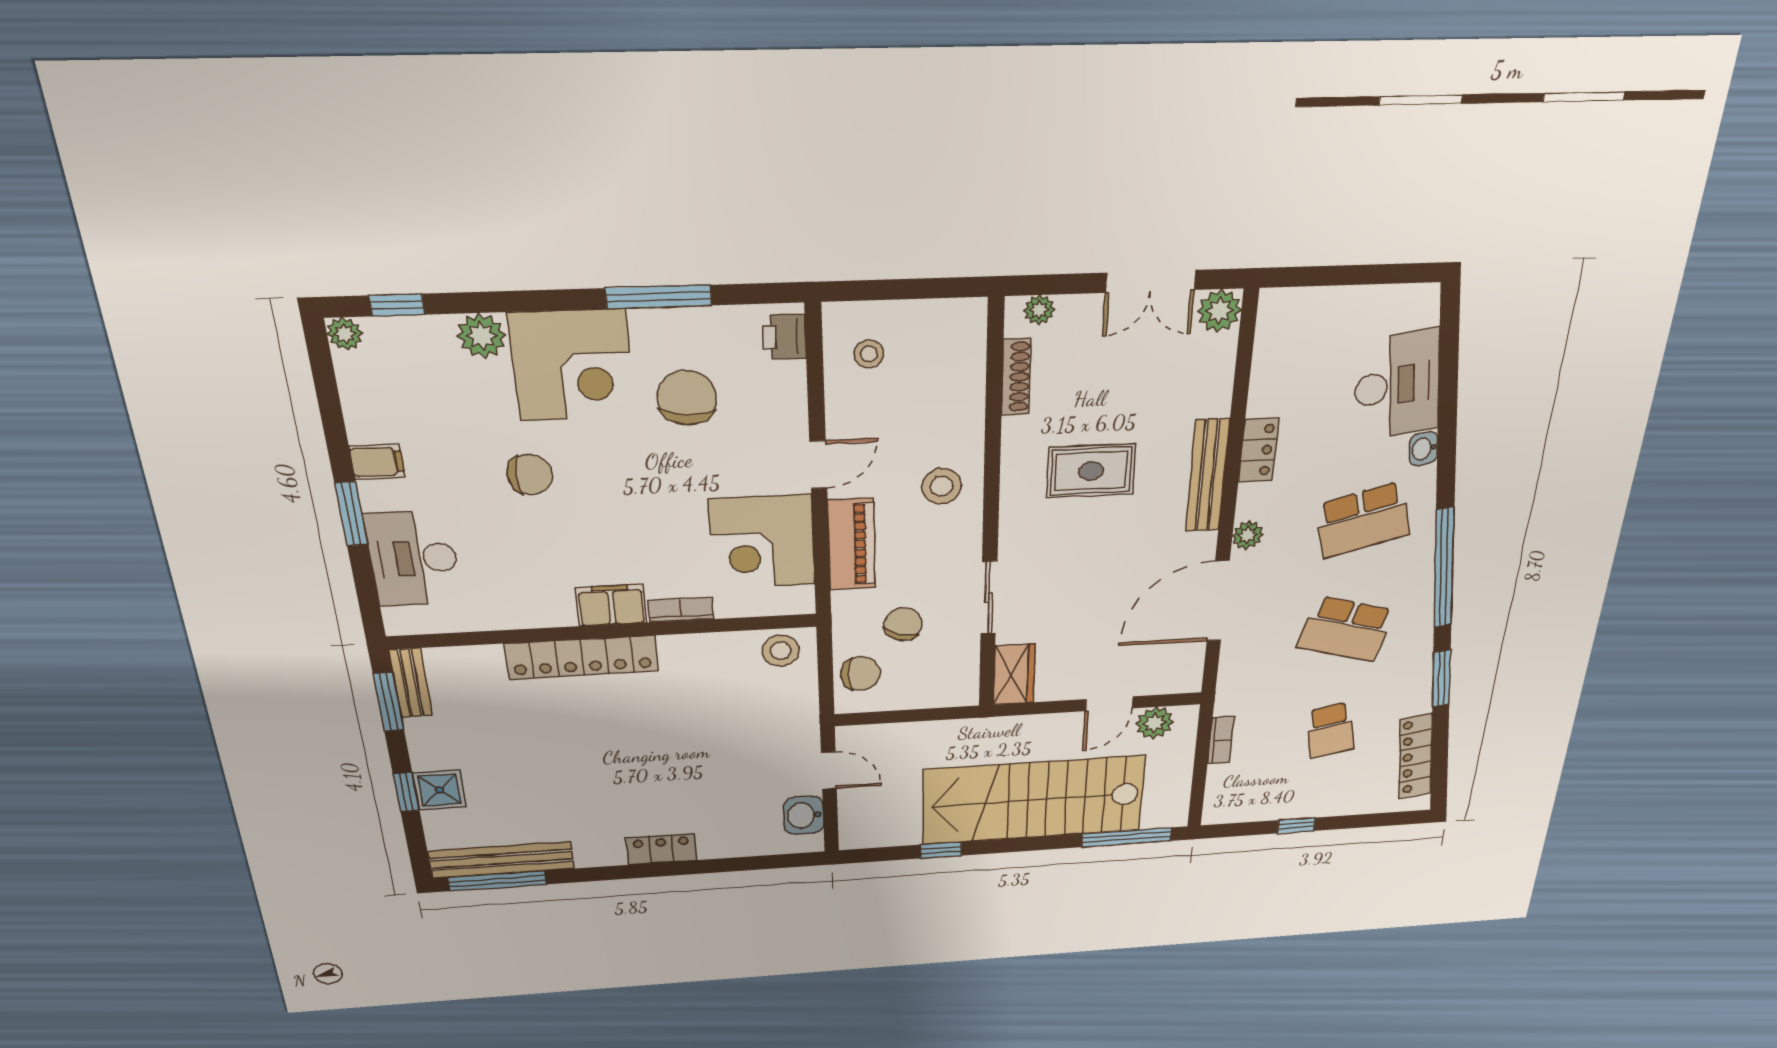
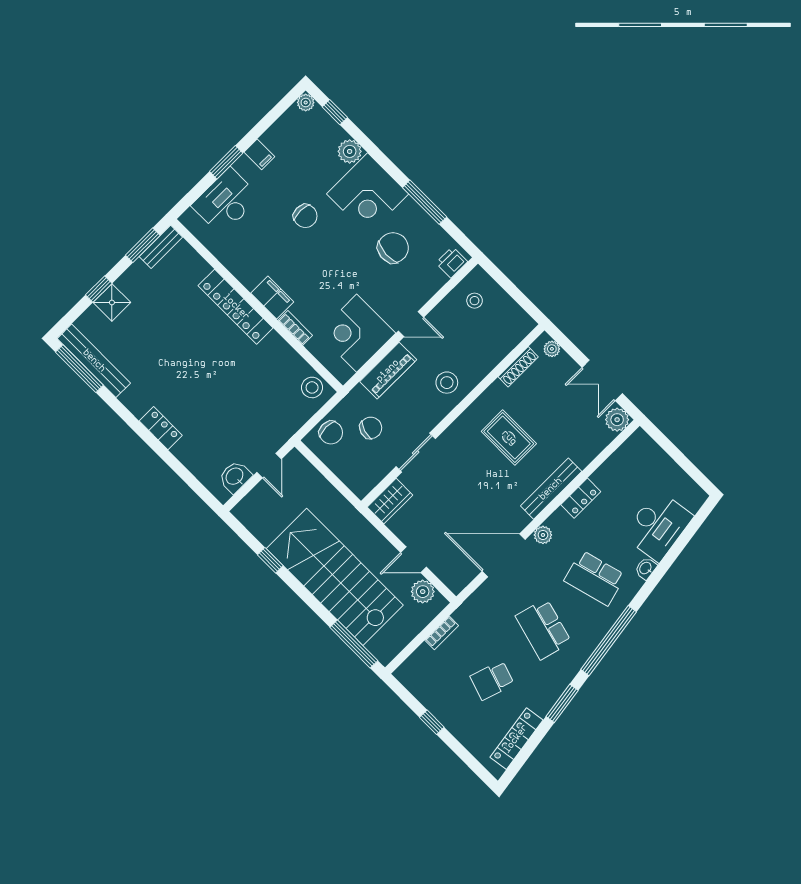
school desk: (1330, 730) -> (492, 680), turned 30

